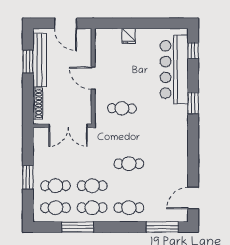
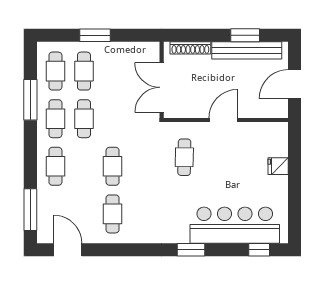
cafe table: (166, 164) -> (113, 214), added

